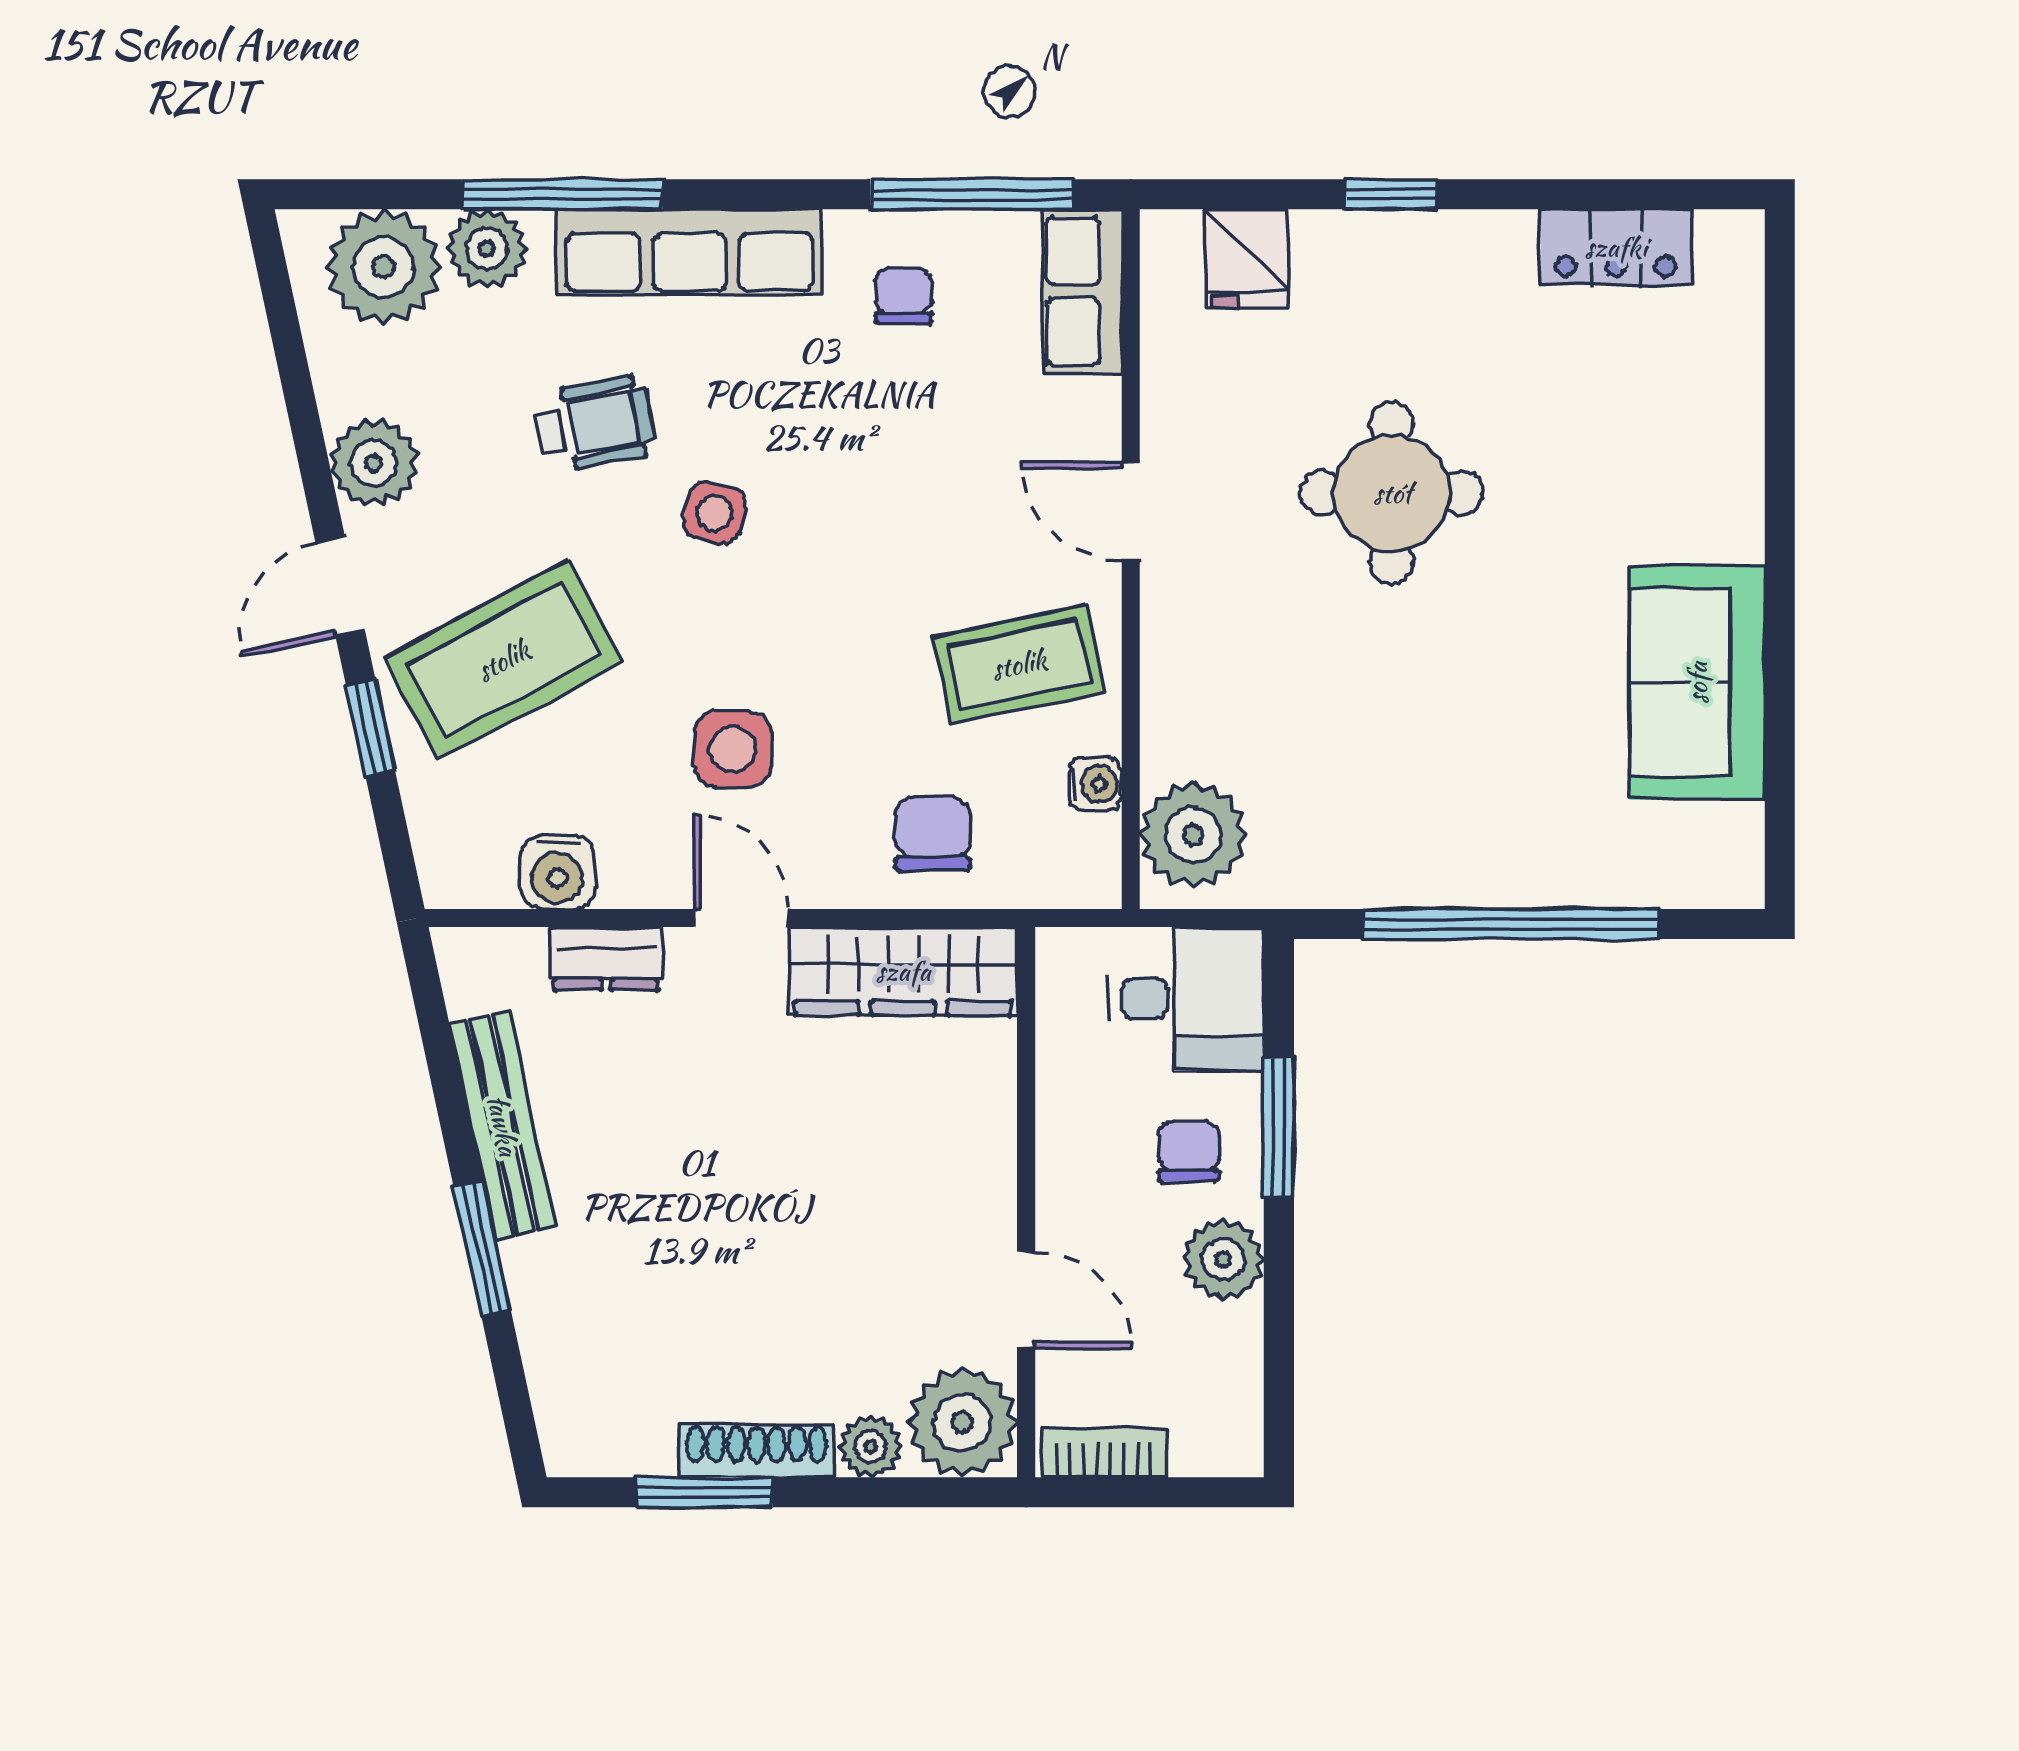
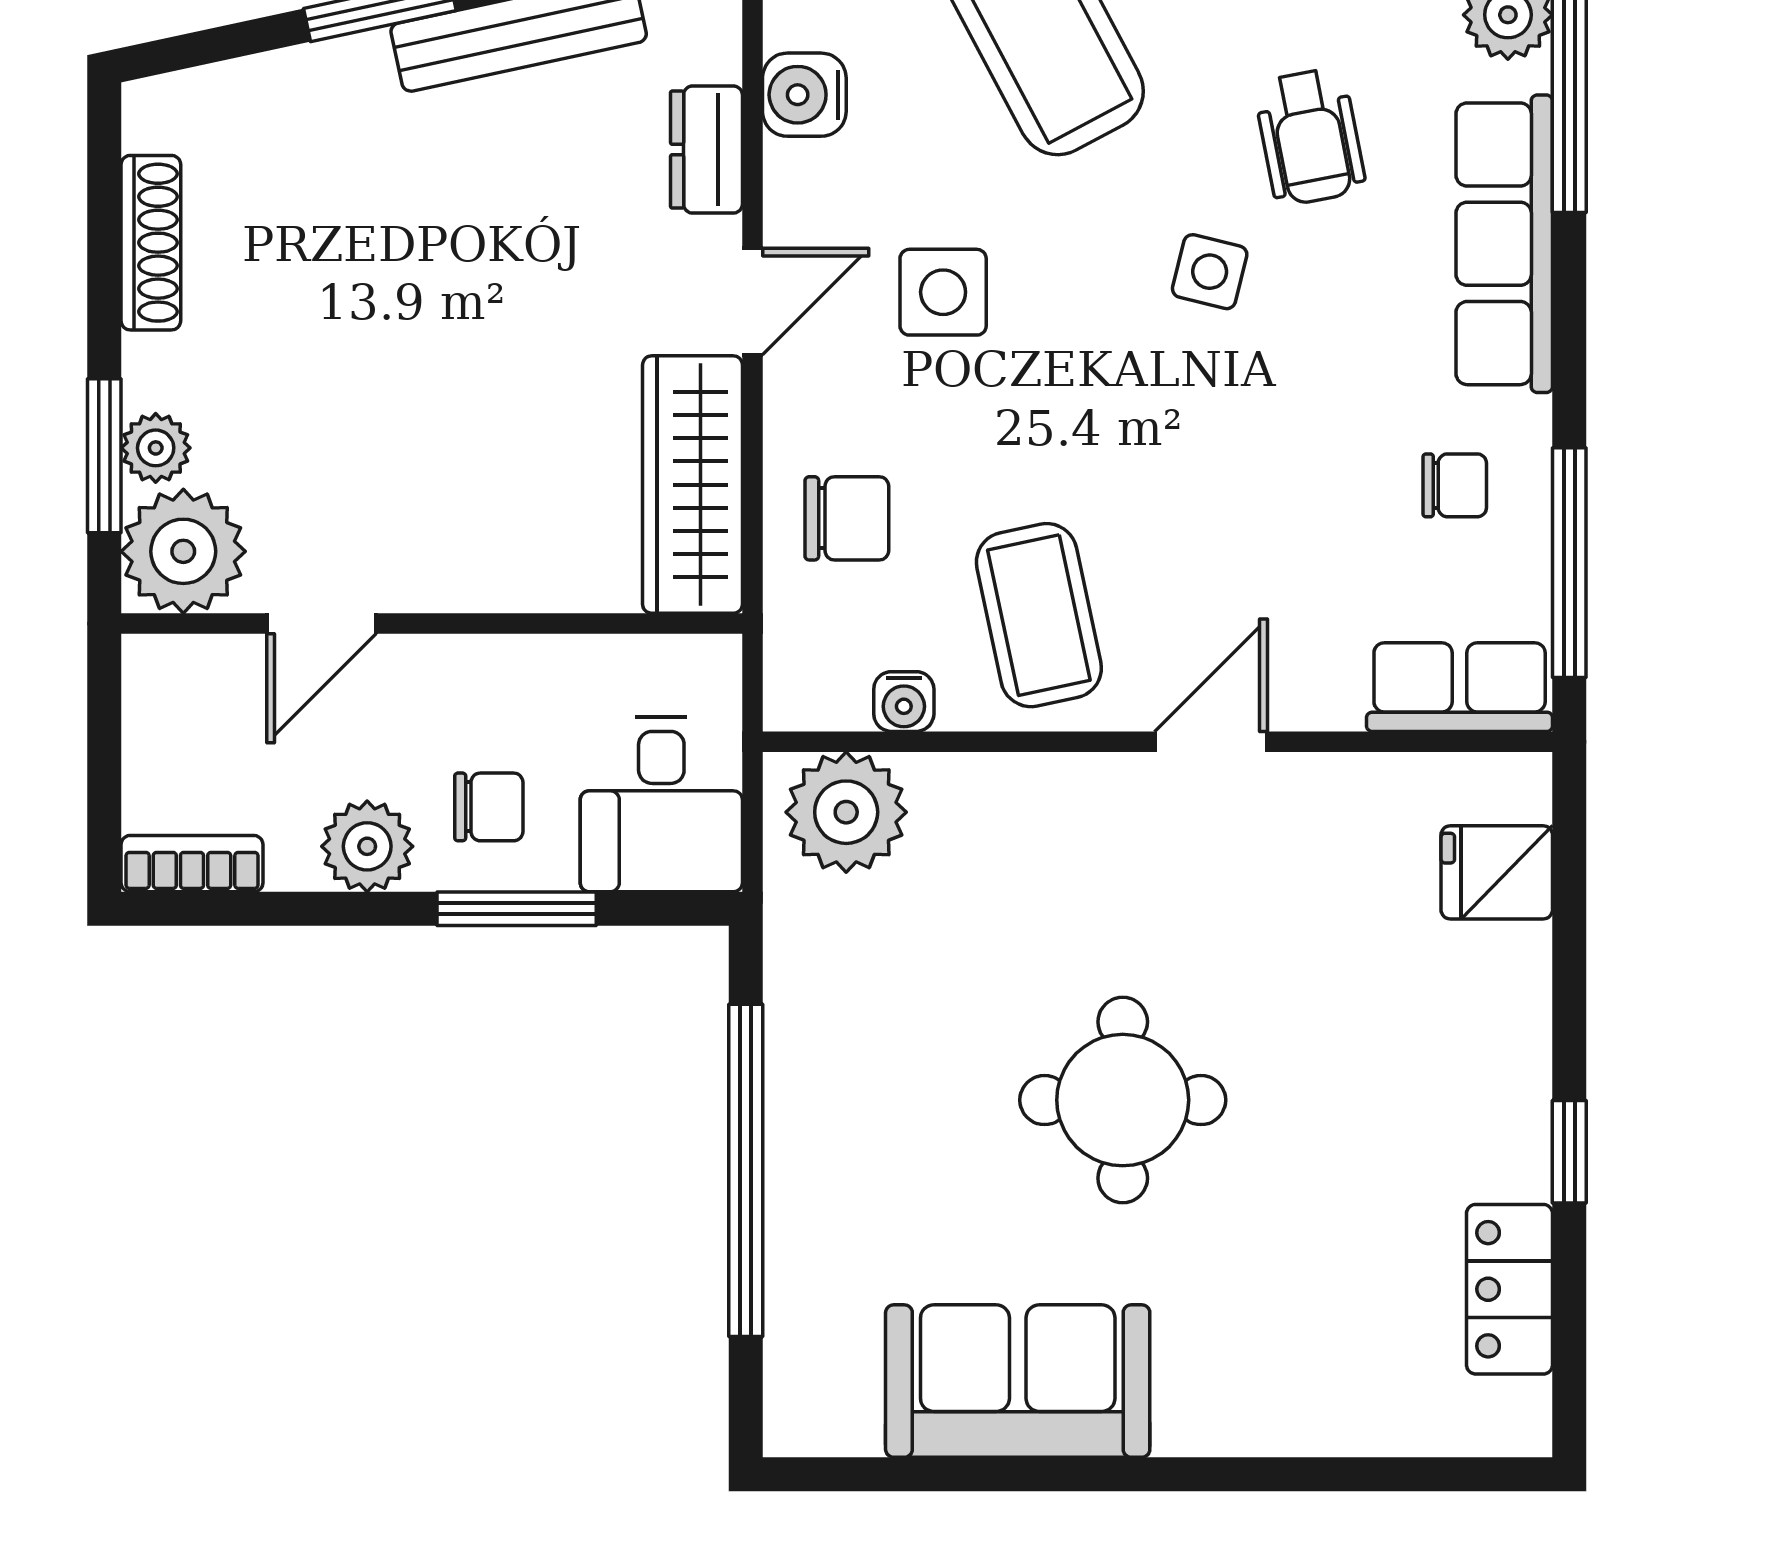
window: (1391, 194) -> (1569, 1152), moved
round table: (1392, 493) -> (1123, 1100), moved
shoe rack: (756, 1451) -> (151, 243), moved
bookcase: (1104, 1452) -> (192, 864), moved, turned -90
window: (705, 1492) -> (104, 456), moved

